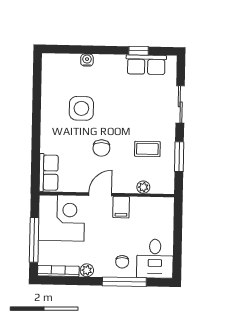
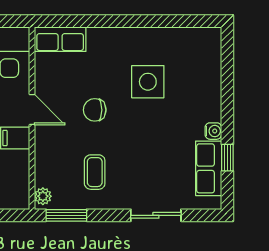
water cooler: (87, 60) -> (213, 131), moved
window: (179, 157) -> (66, 215), moved
plant: (143, 187) -> (43, 196), moved

